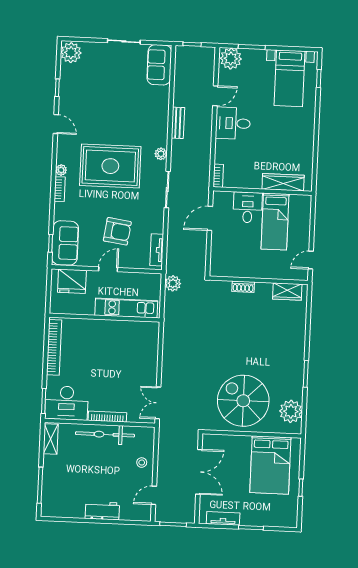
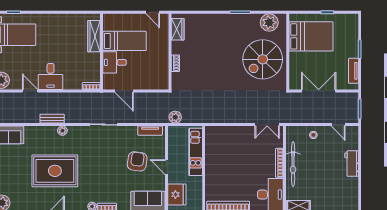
plant: (161, 154) -> (62, 131), moved
rug: (110, 166) -> (55, 171), moved, turned 90

